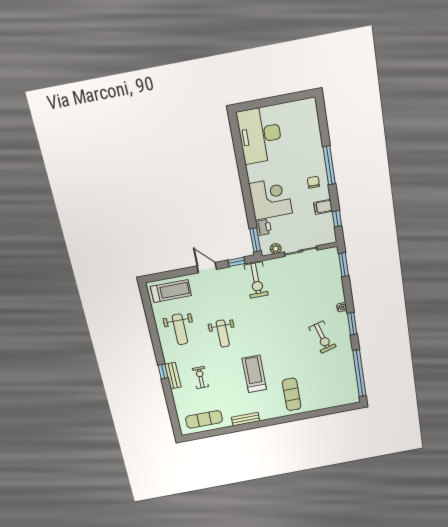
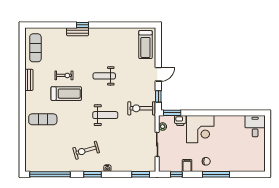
desk: (260, 135) -> (255, 126), width x0.53, depth x0.77
weight bench: (180, 329) -> (105, 115), moved, turned 180
exercise bike: (200, 377) -> (64, 75), moved

